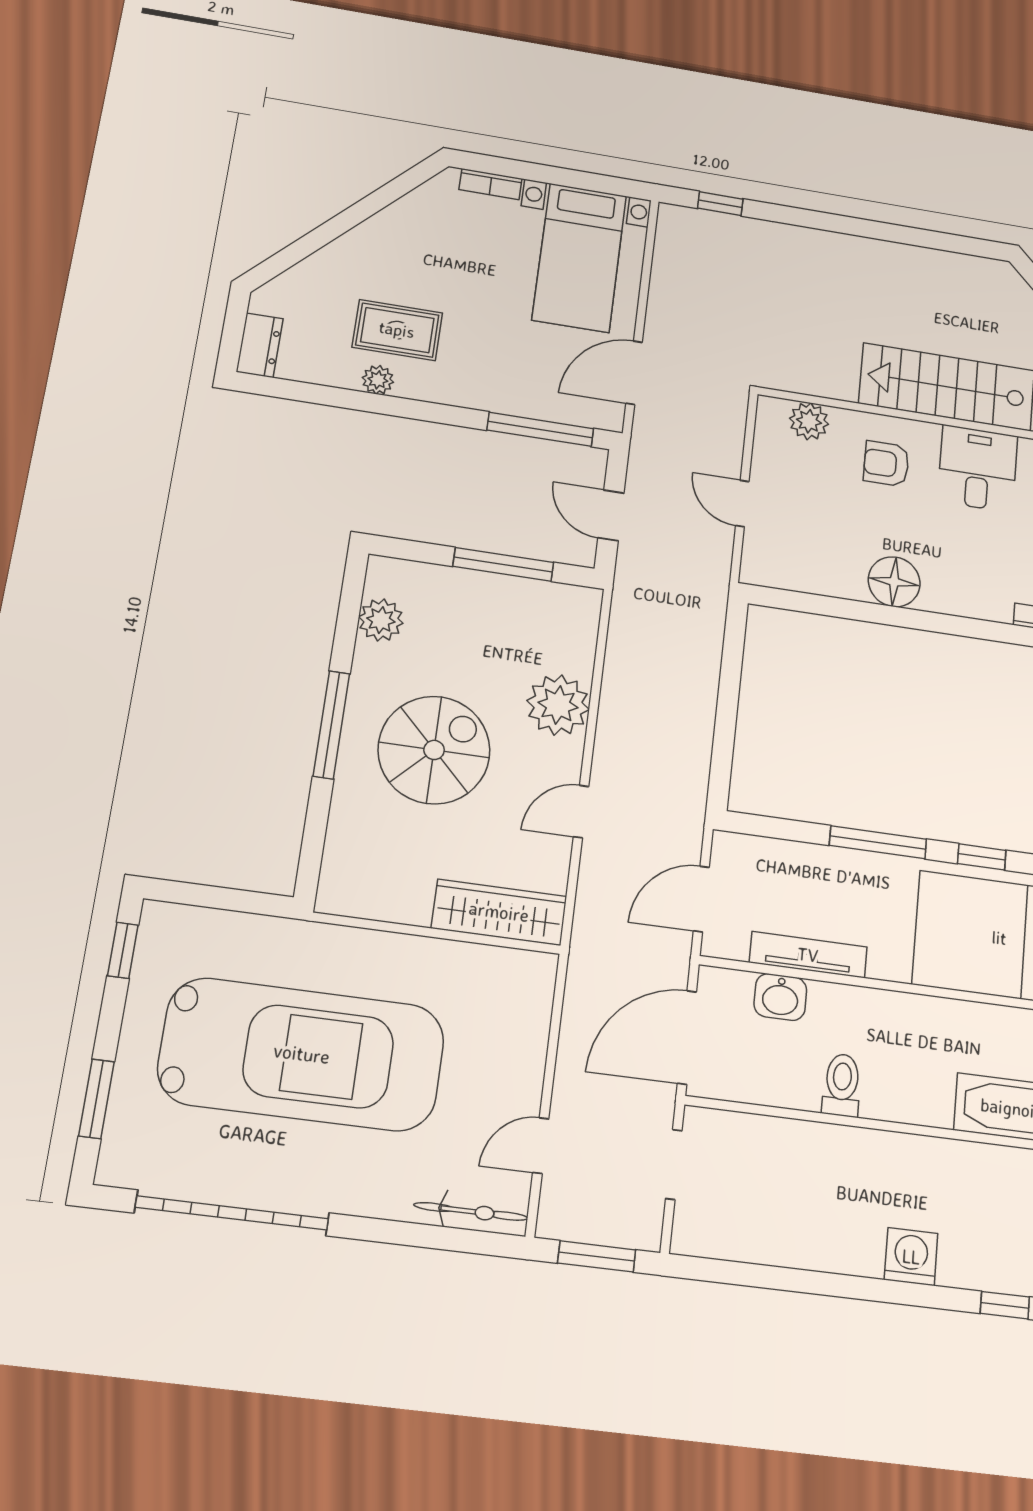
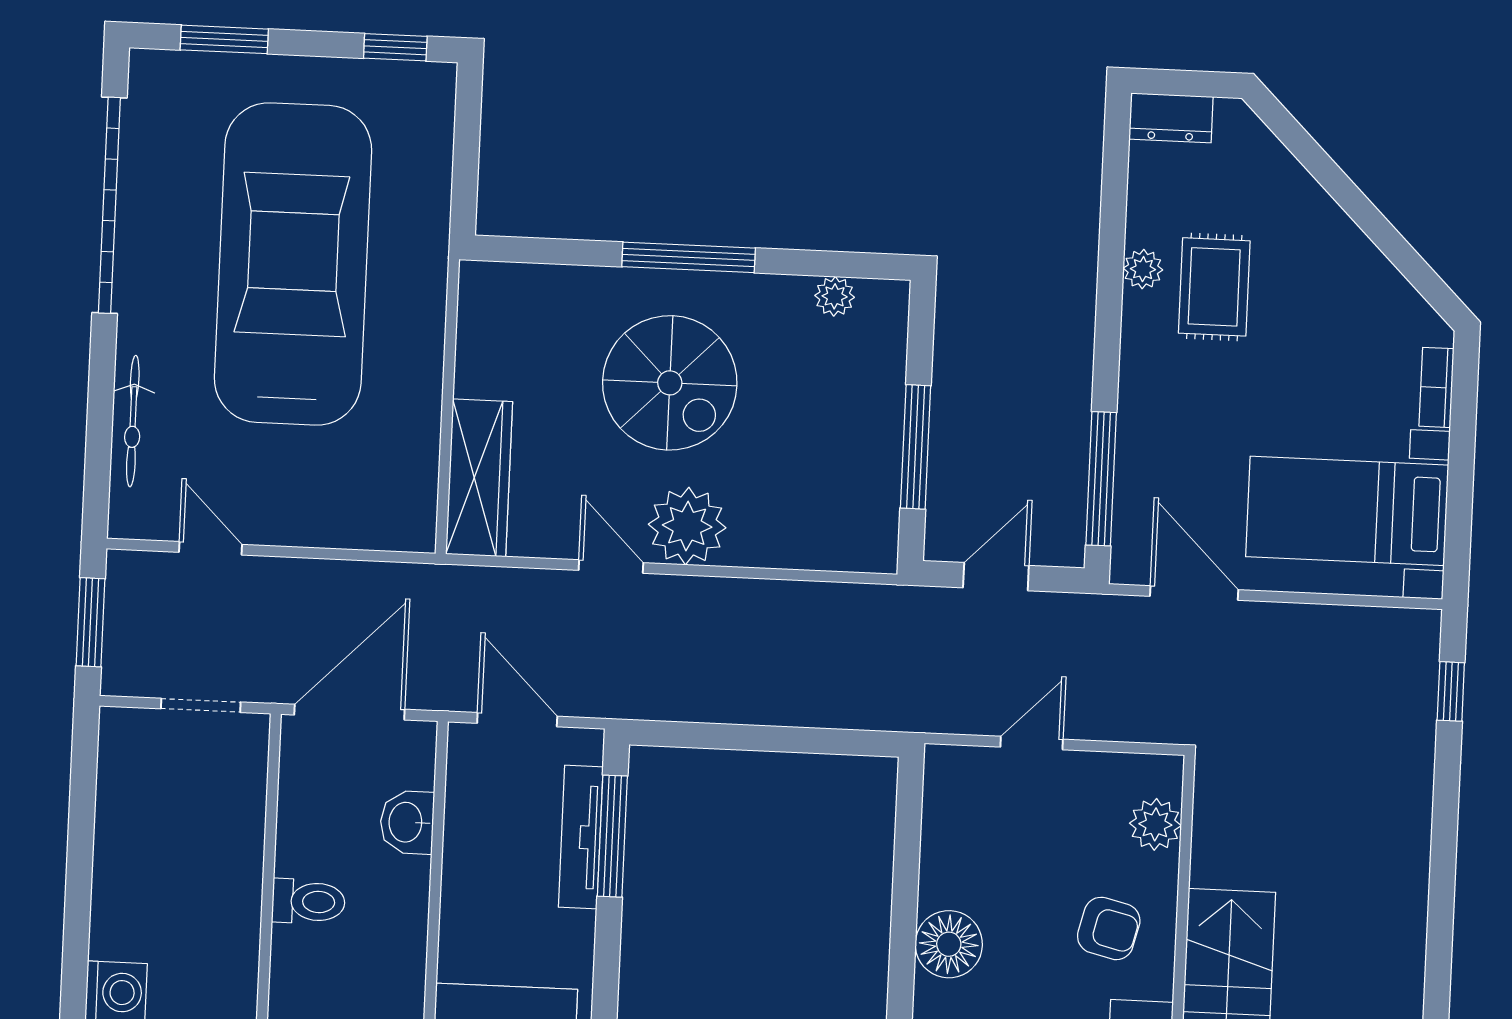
armchair: (886, 464) -> (1109, 928), turned 104
plant: (381, 620) -> (835, 296), width x0.73, depth x0.73
plant: (558, 705) -> (687, 526), moved
window: (878, 842) -> (612, 836), moved
tv unit: (808, 955) -> (581, 837), moved, turned 180
door: (687, 1037) -> (349, 712), hinge flipped
car: (302, 1054) -> (293, 264), turned 180
bicycle: (471, 1211) -> (133, 421), moved

